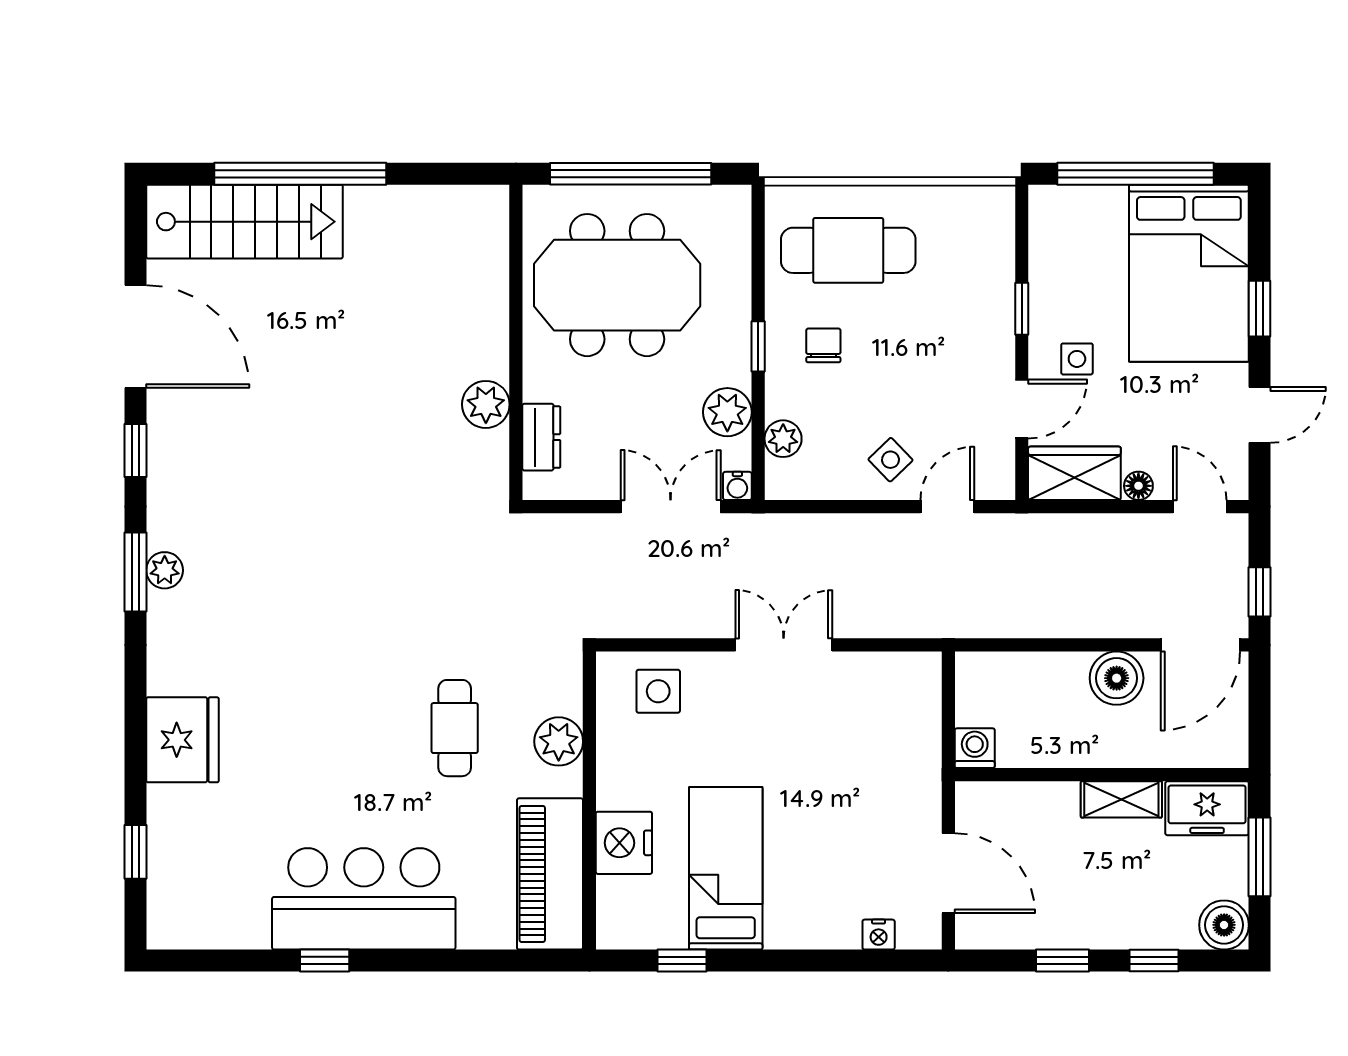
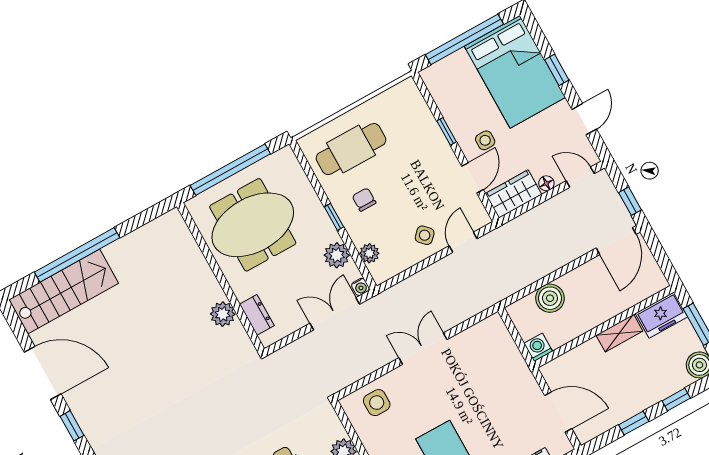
boiler: (1117, 678) -> (550, 298), moved

